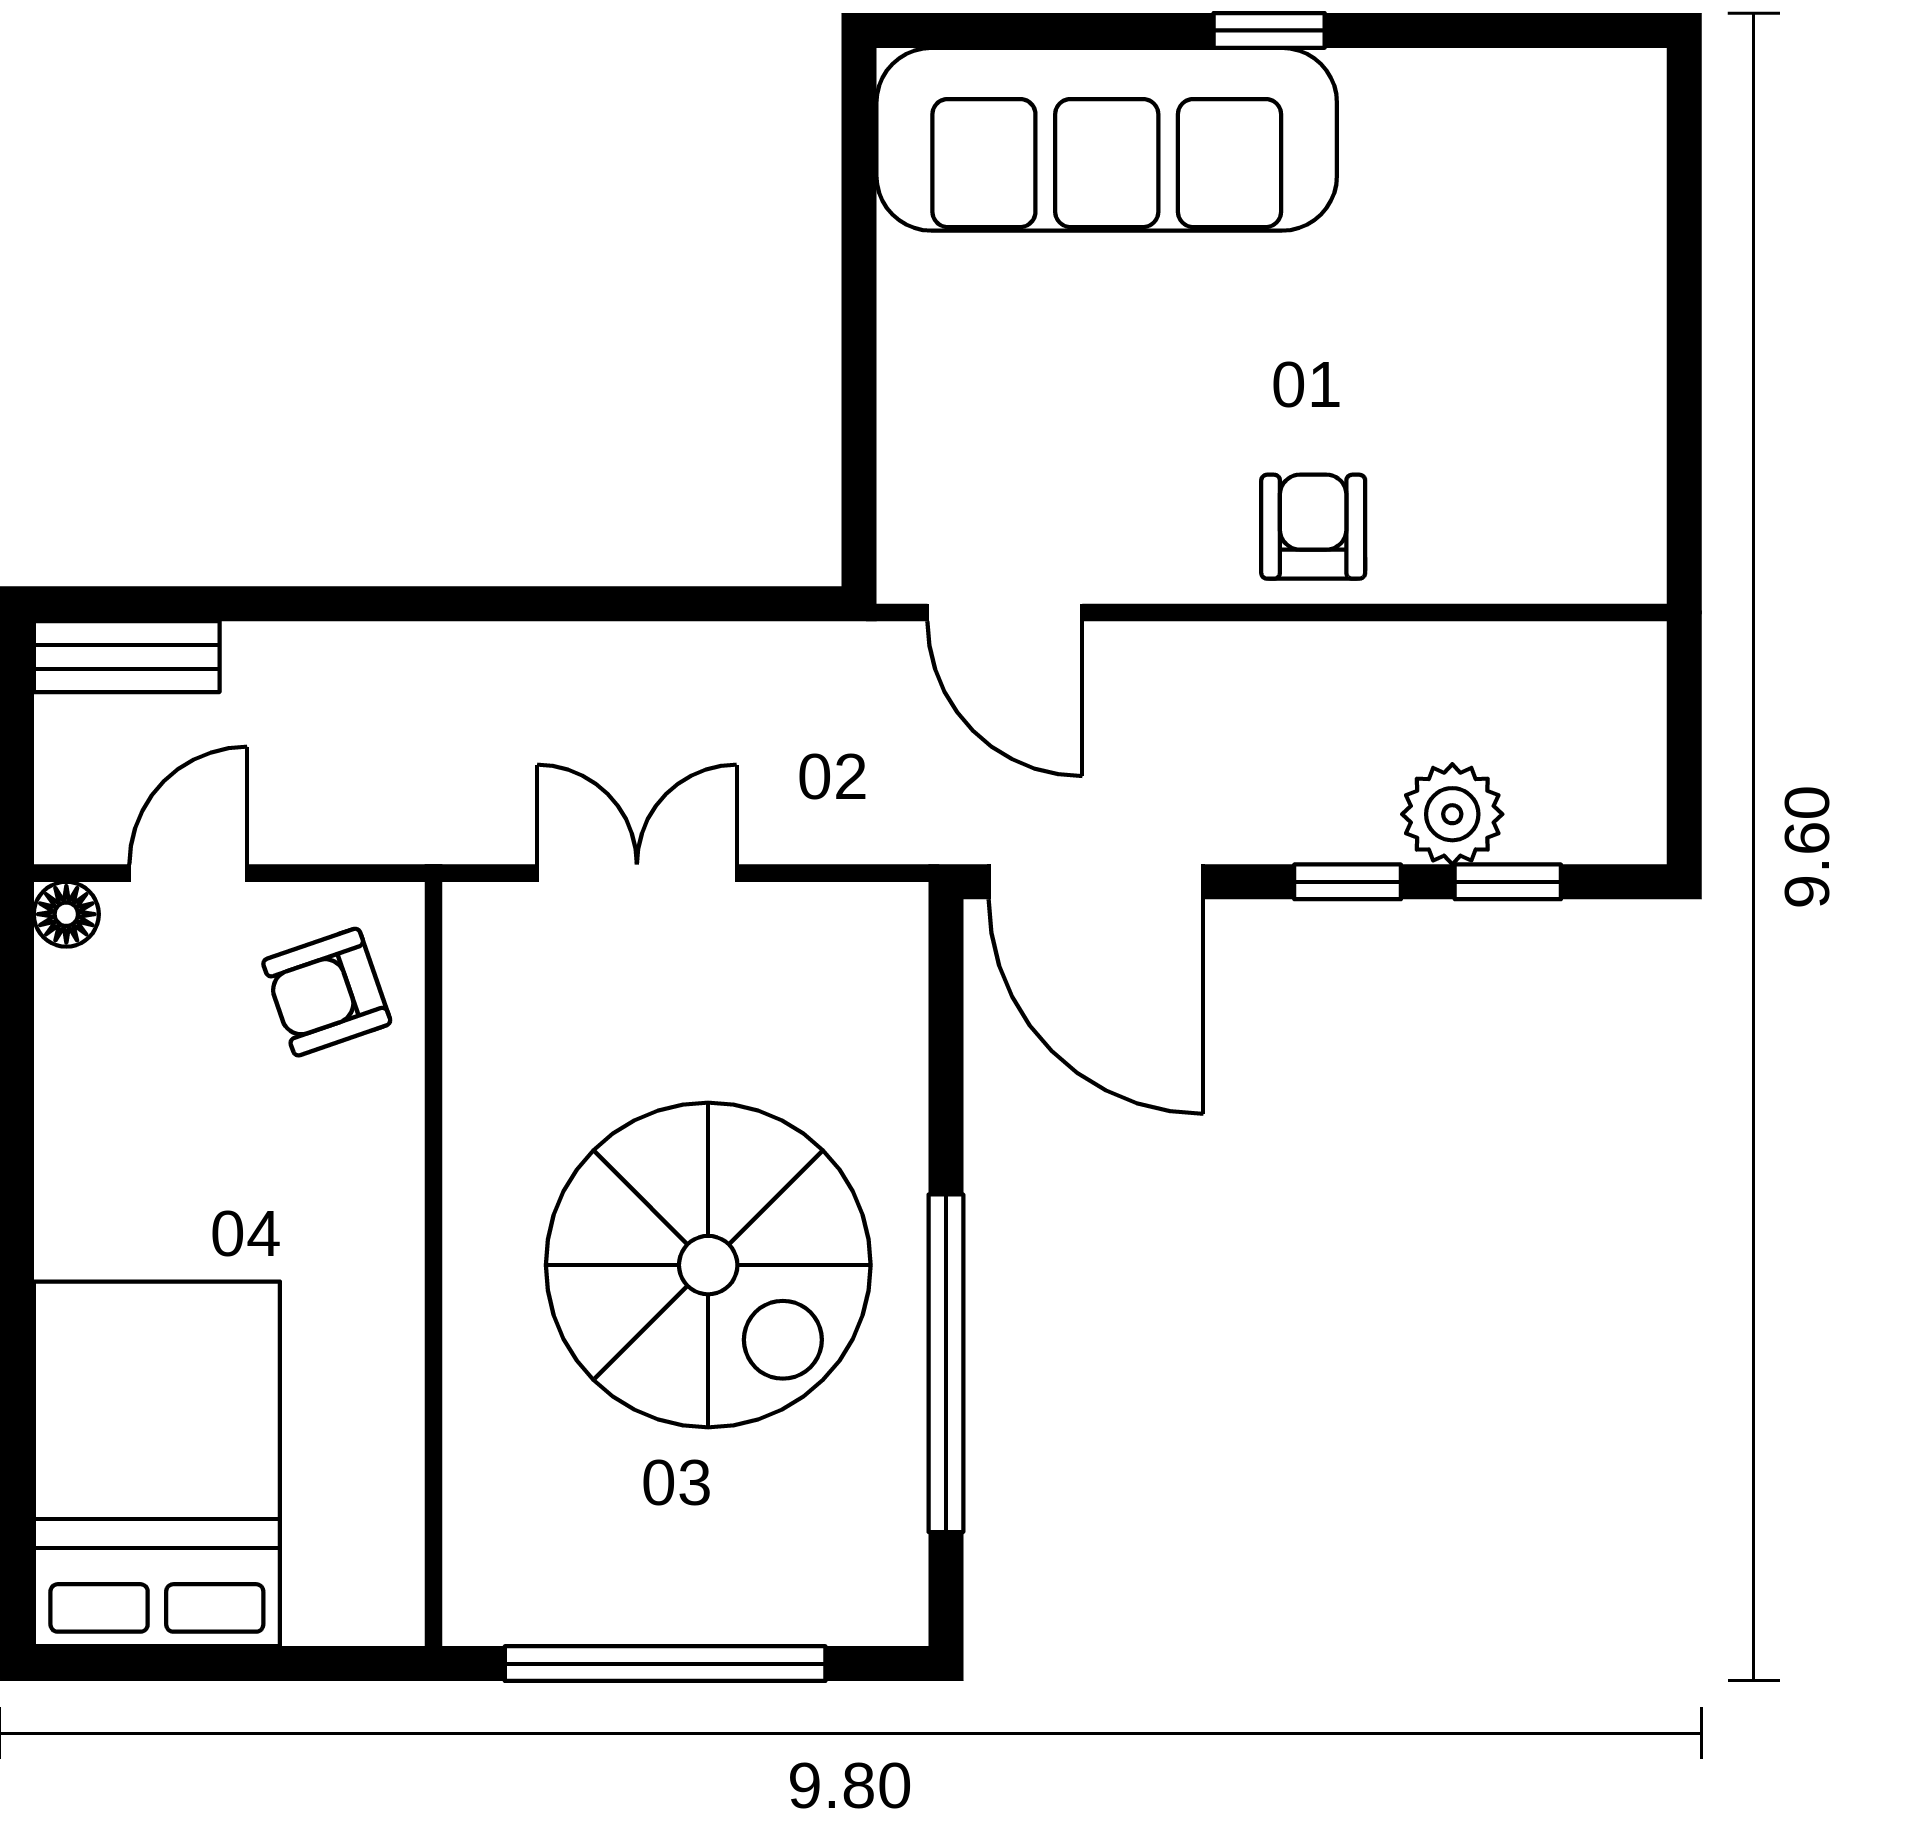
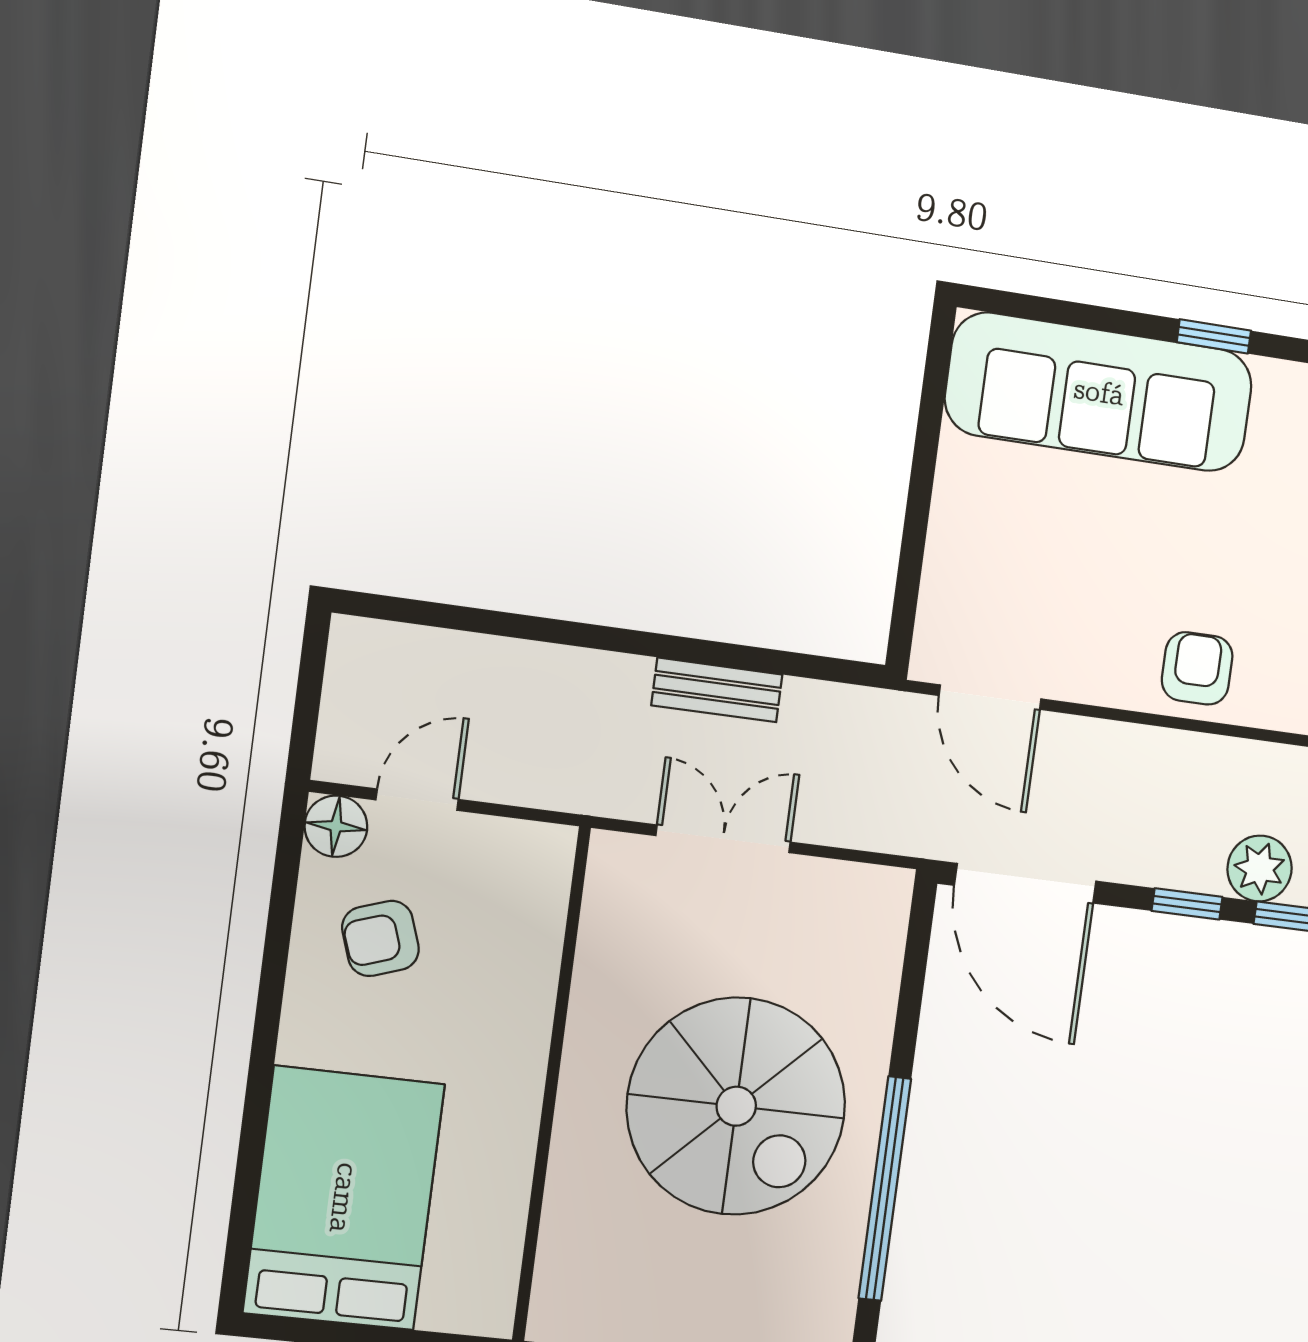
bench: (127, 657) -> (717, 690), moved
floor lamp: (66, 914) -> (336, 826), width x1.37, depth x1.37
armchair: (327, 992) -> (380, 938), moved

